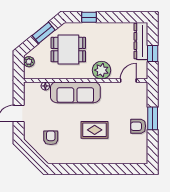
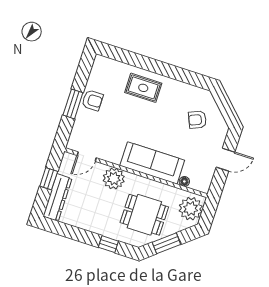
plant: (29, 62) -> (191, 209), width x1.87, depth x1.87
rug: (95, 130) -> (143, 88), moved
armchair: (51, 138) -> (197, 120), turned 67

